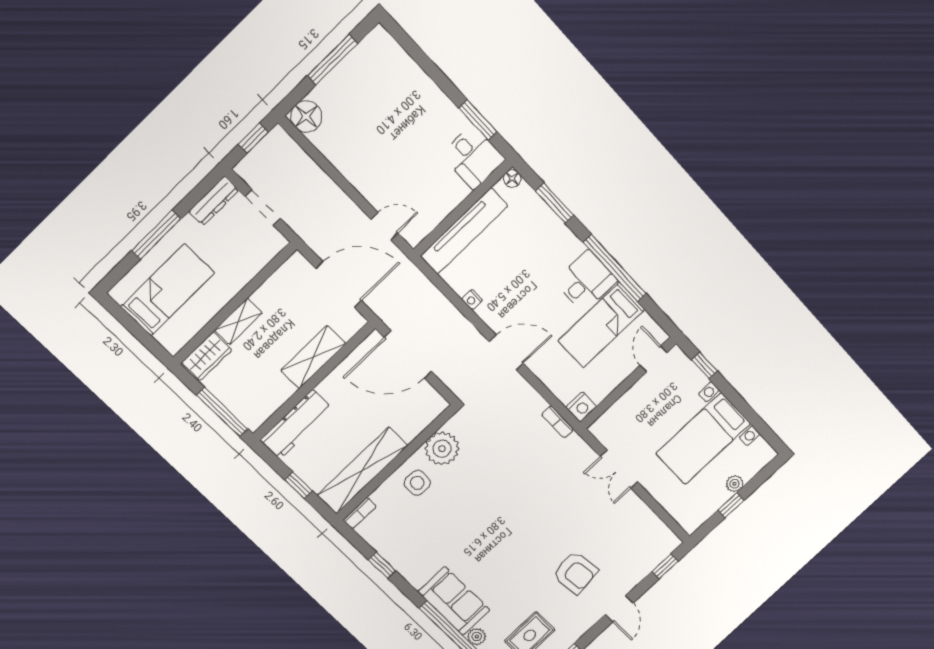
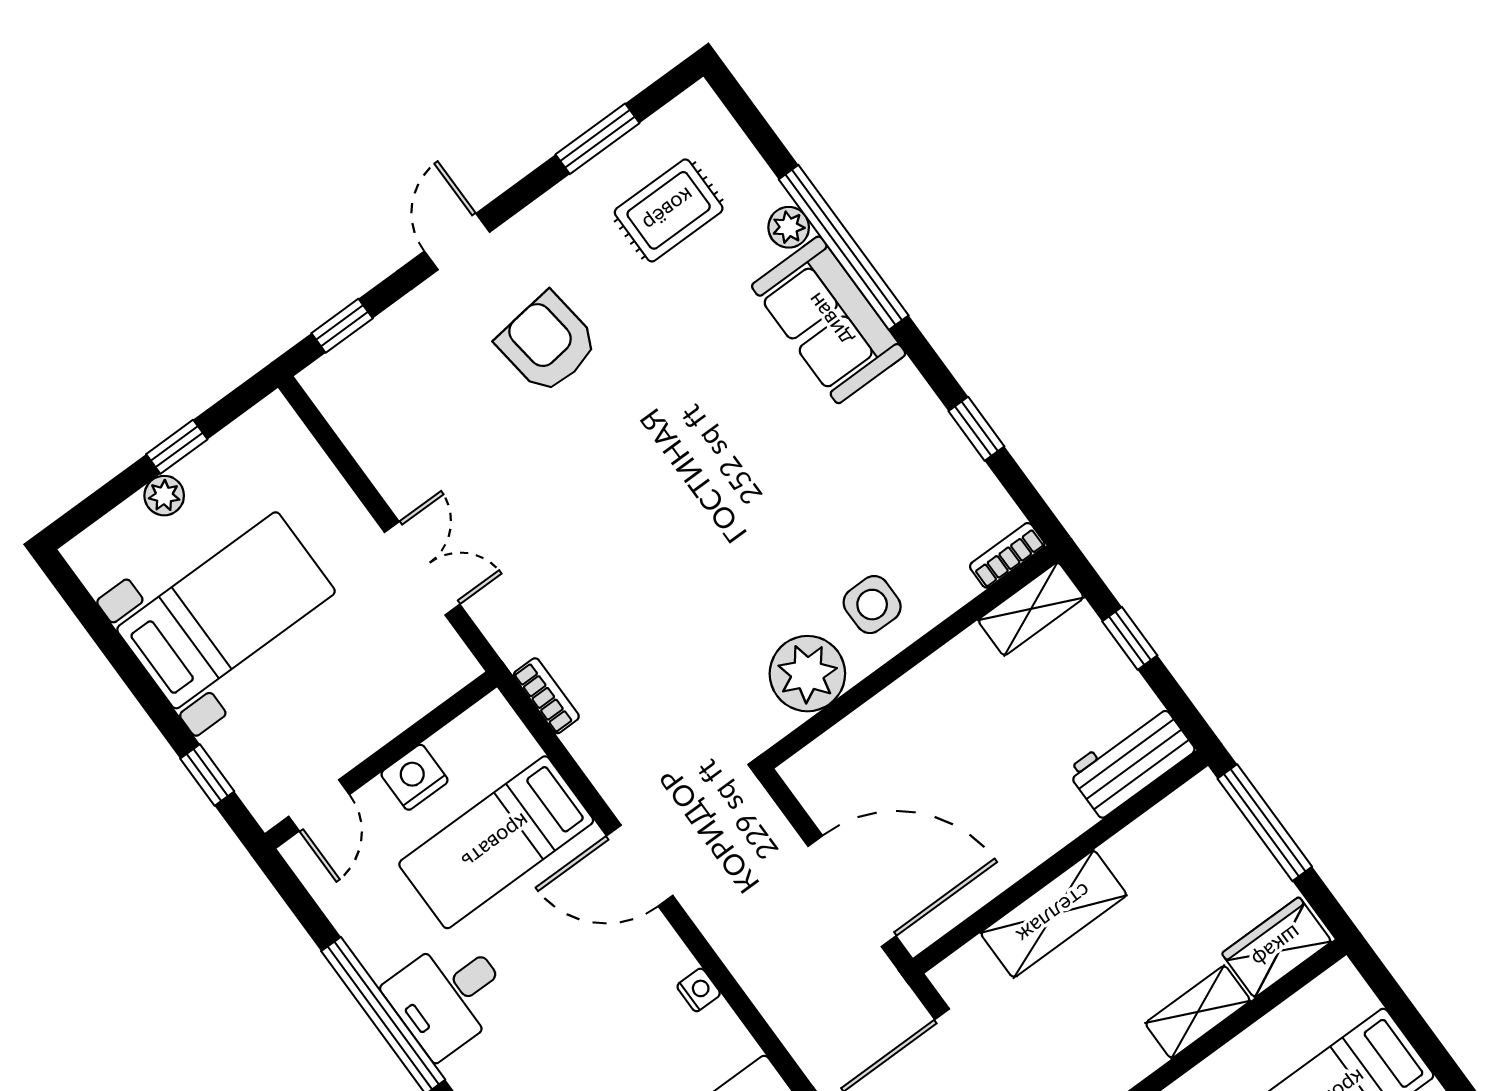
bed: (601, 325) -> (496, 842), moved, turned 180
nightstand: (581, 407) -> (414, 777), moved
workbench: (296, 424) -> (1131, 760), width x0.73
shelving: (362, 470) -> (1031, 609), width x0.45, depth x0.75

